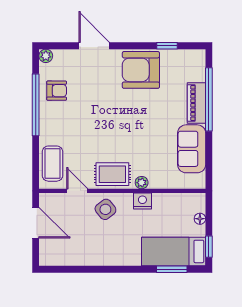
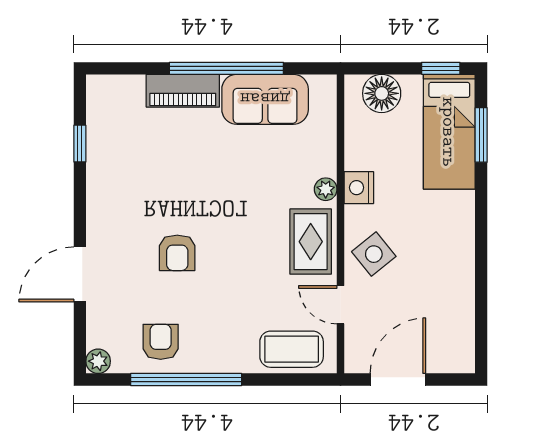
armchair: (141, 70) -> (177, 253), moved, width x0.53, depth x0.53
window: (209, 99) -> (226, 68), moved
door: (77, 191) -> (341, 305), hinge flipped
floor lamp: (200, 219) -> (382, 93), width x1.89, depth x1.89

